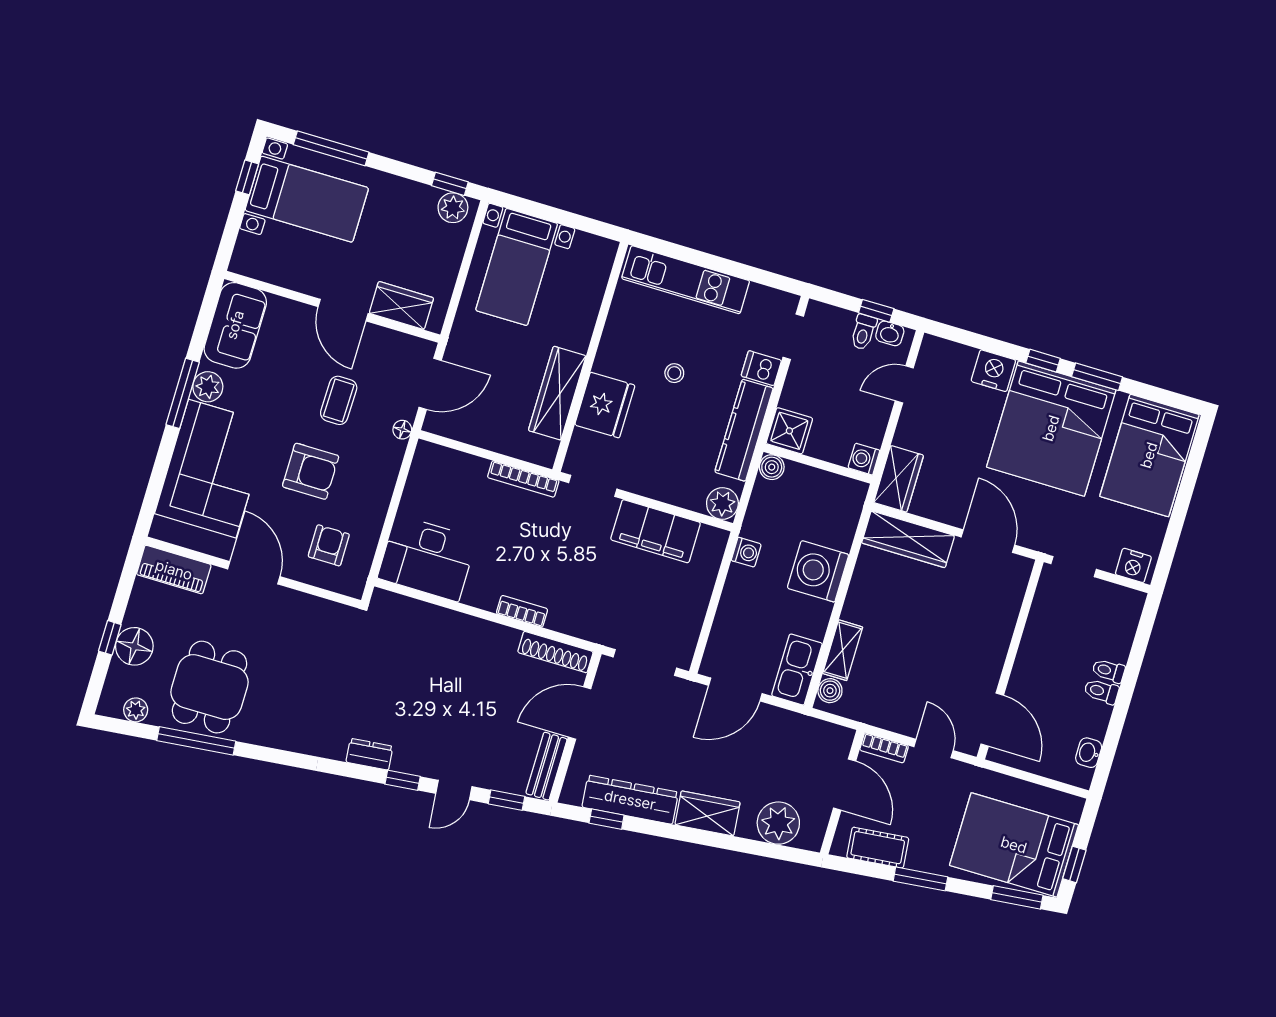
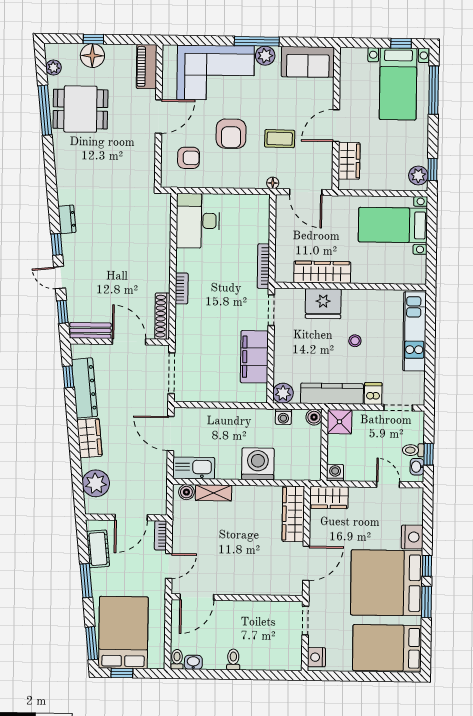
washing machine: (746, 552) -> (283, 417), moved
toilet: (1108, 671) -> (177, 659), moved

